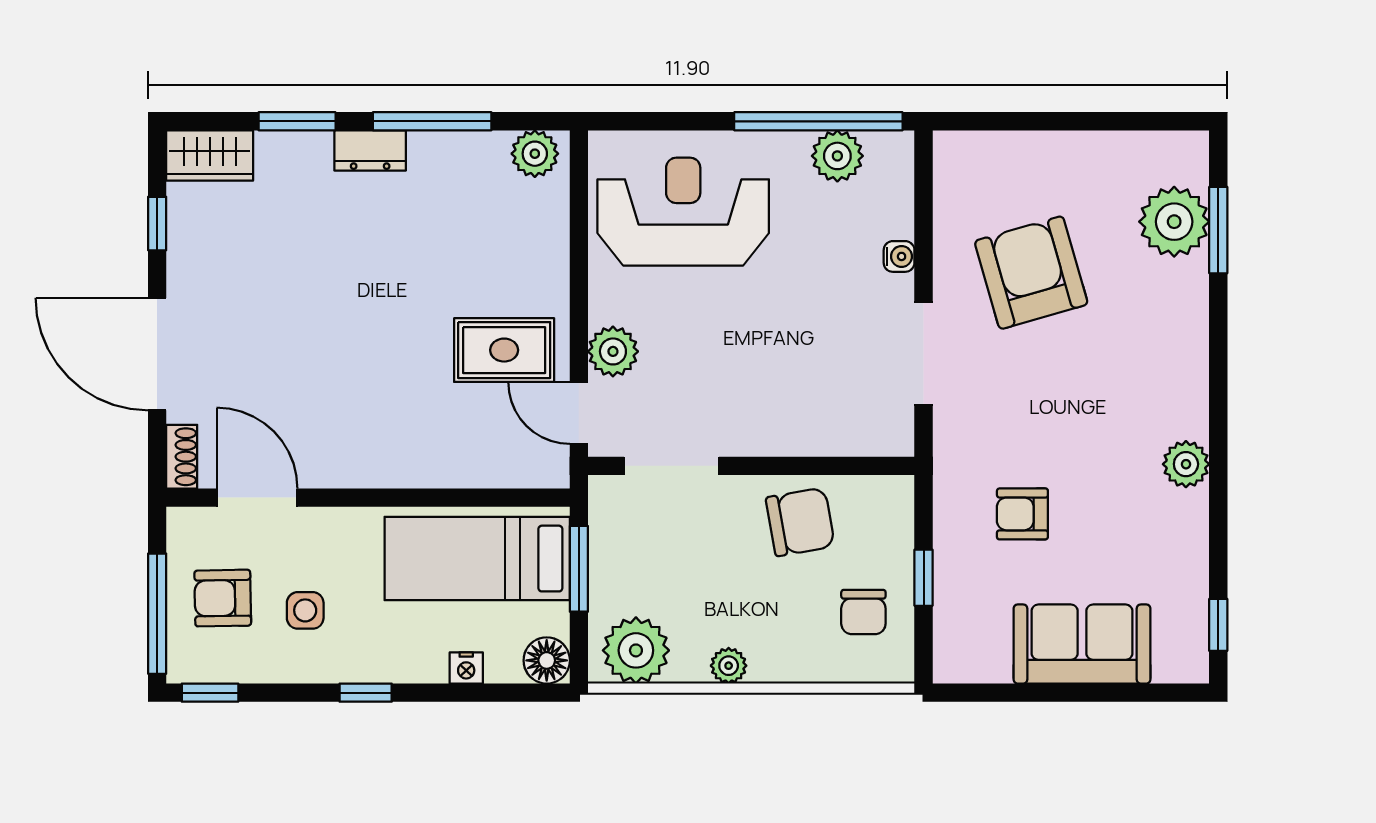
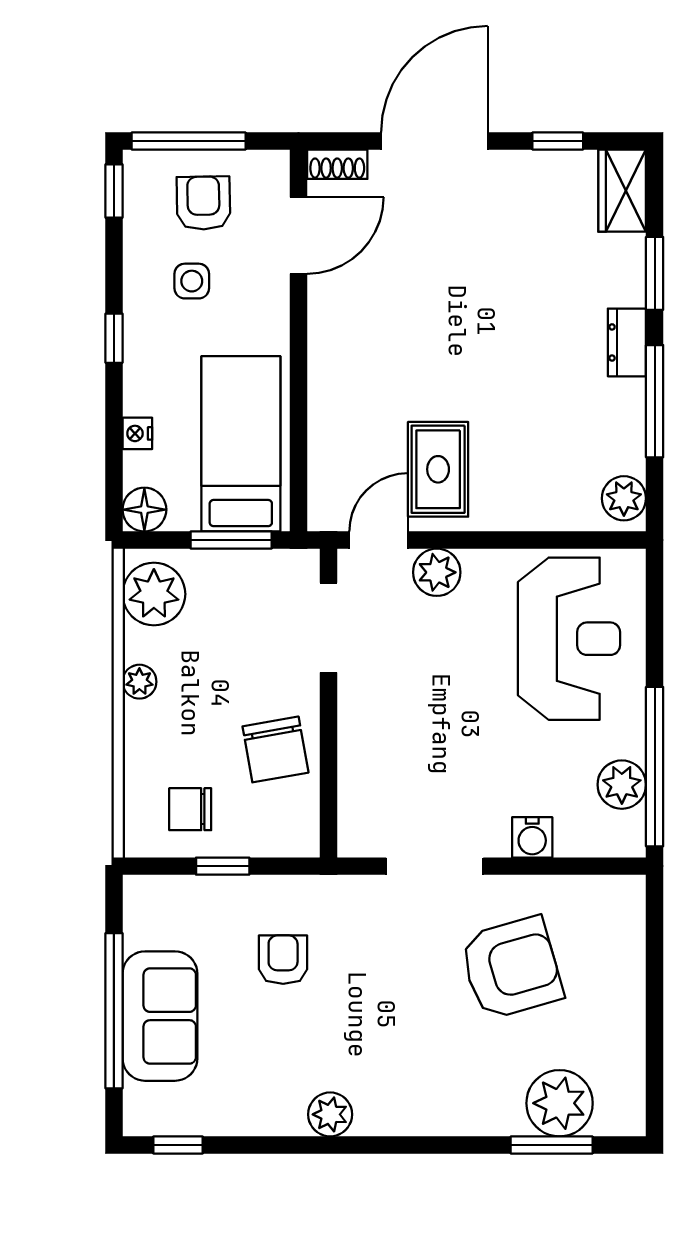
water cooler: (899, 256) -> (532, 837), width x1.38, depth x1.38
window: (1076, 693) -> (114, 1011), added

